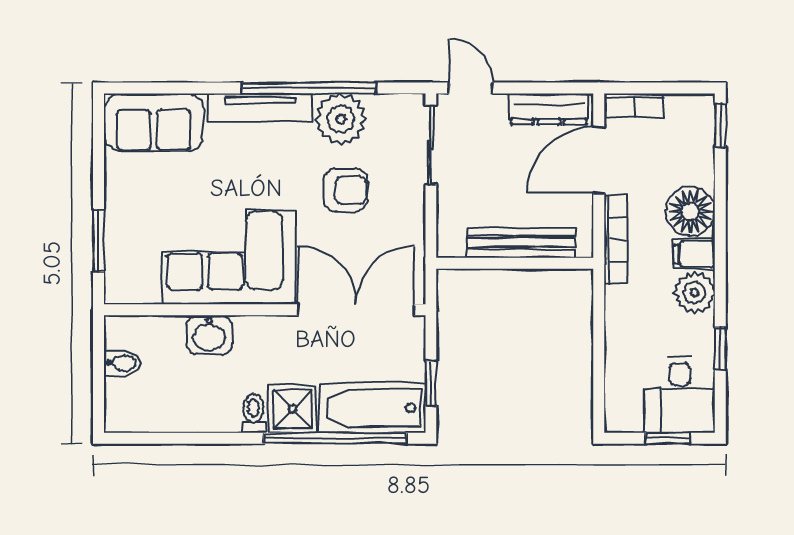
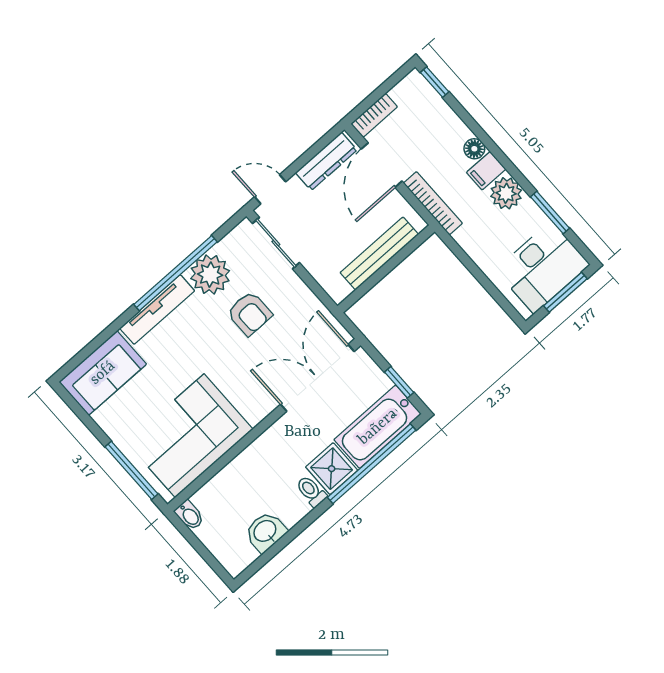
armchair: (346, 190) -> (250, 314), turned 90
floor lamp: (690, 211) -> (474, 149), width x0.53, depth x0.53
window: (99, 240) -> (131, 470), width x1.44
corner sofa: (230, 257) -> (190, 436), moved
washbasin: (209, 335) -> (265, 532), moved, turned 180
window: (720, 349) -> (550, 213), width x1.50
bidet: (122, 363) -> (189, 515), moved, turned 90
desk: (680, 395) -> (543, 267), width x1.37
window: (667, 438) -> (565, 292), width x1.50

